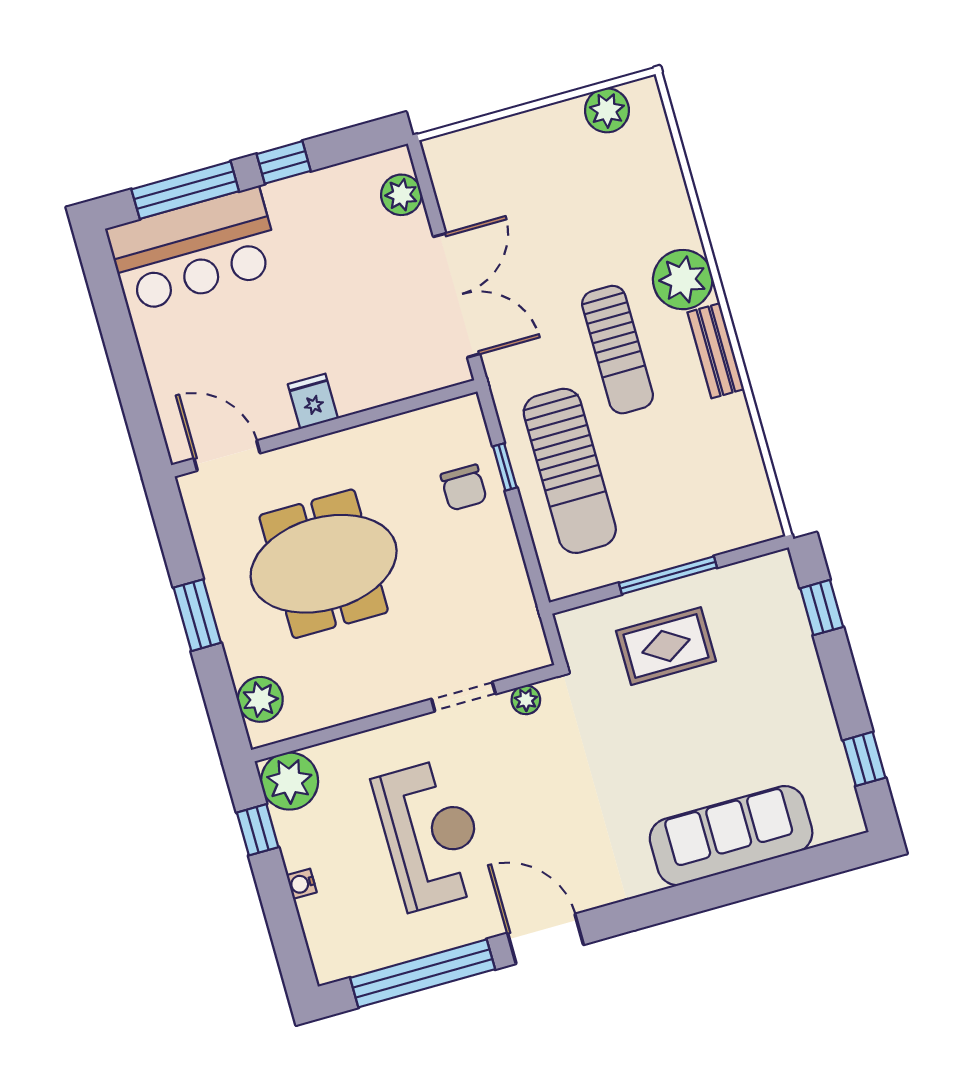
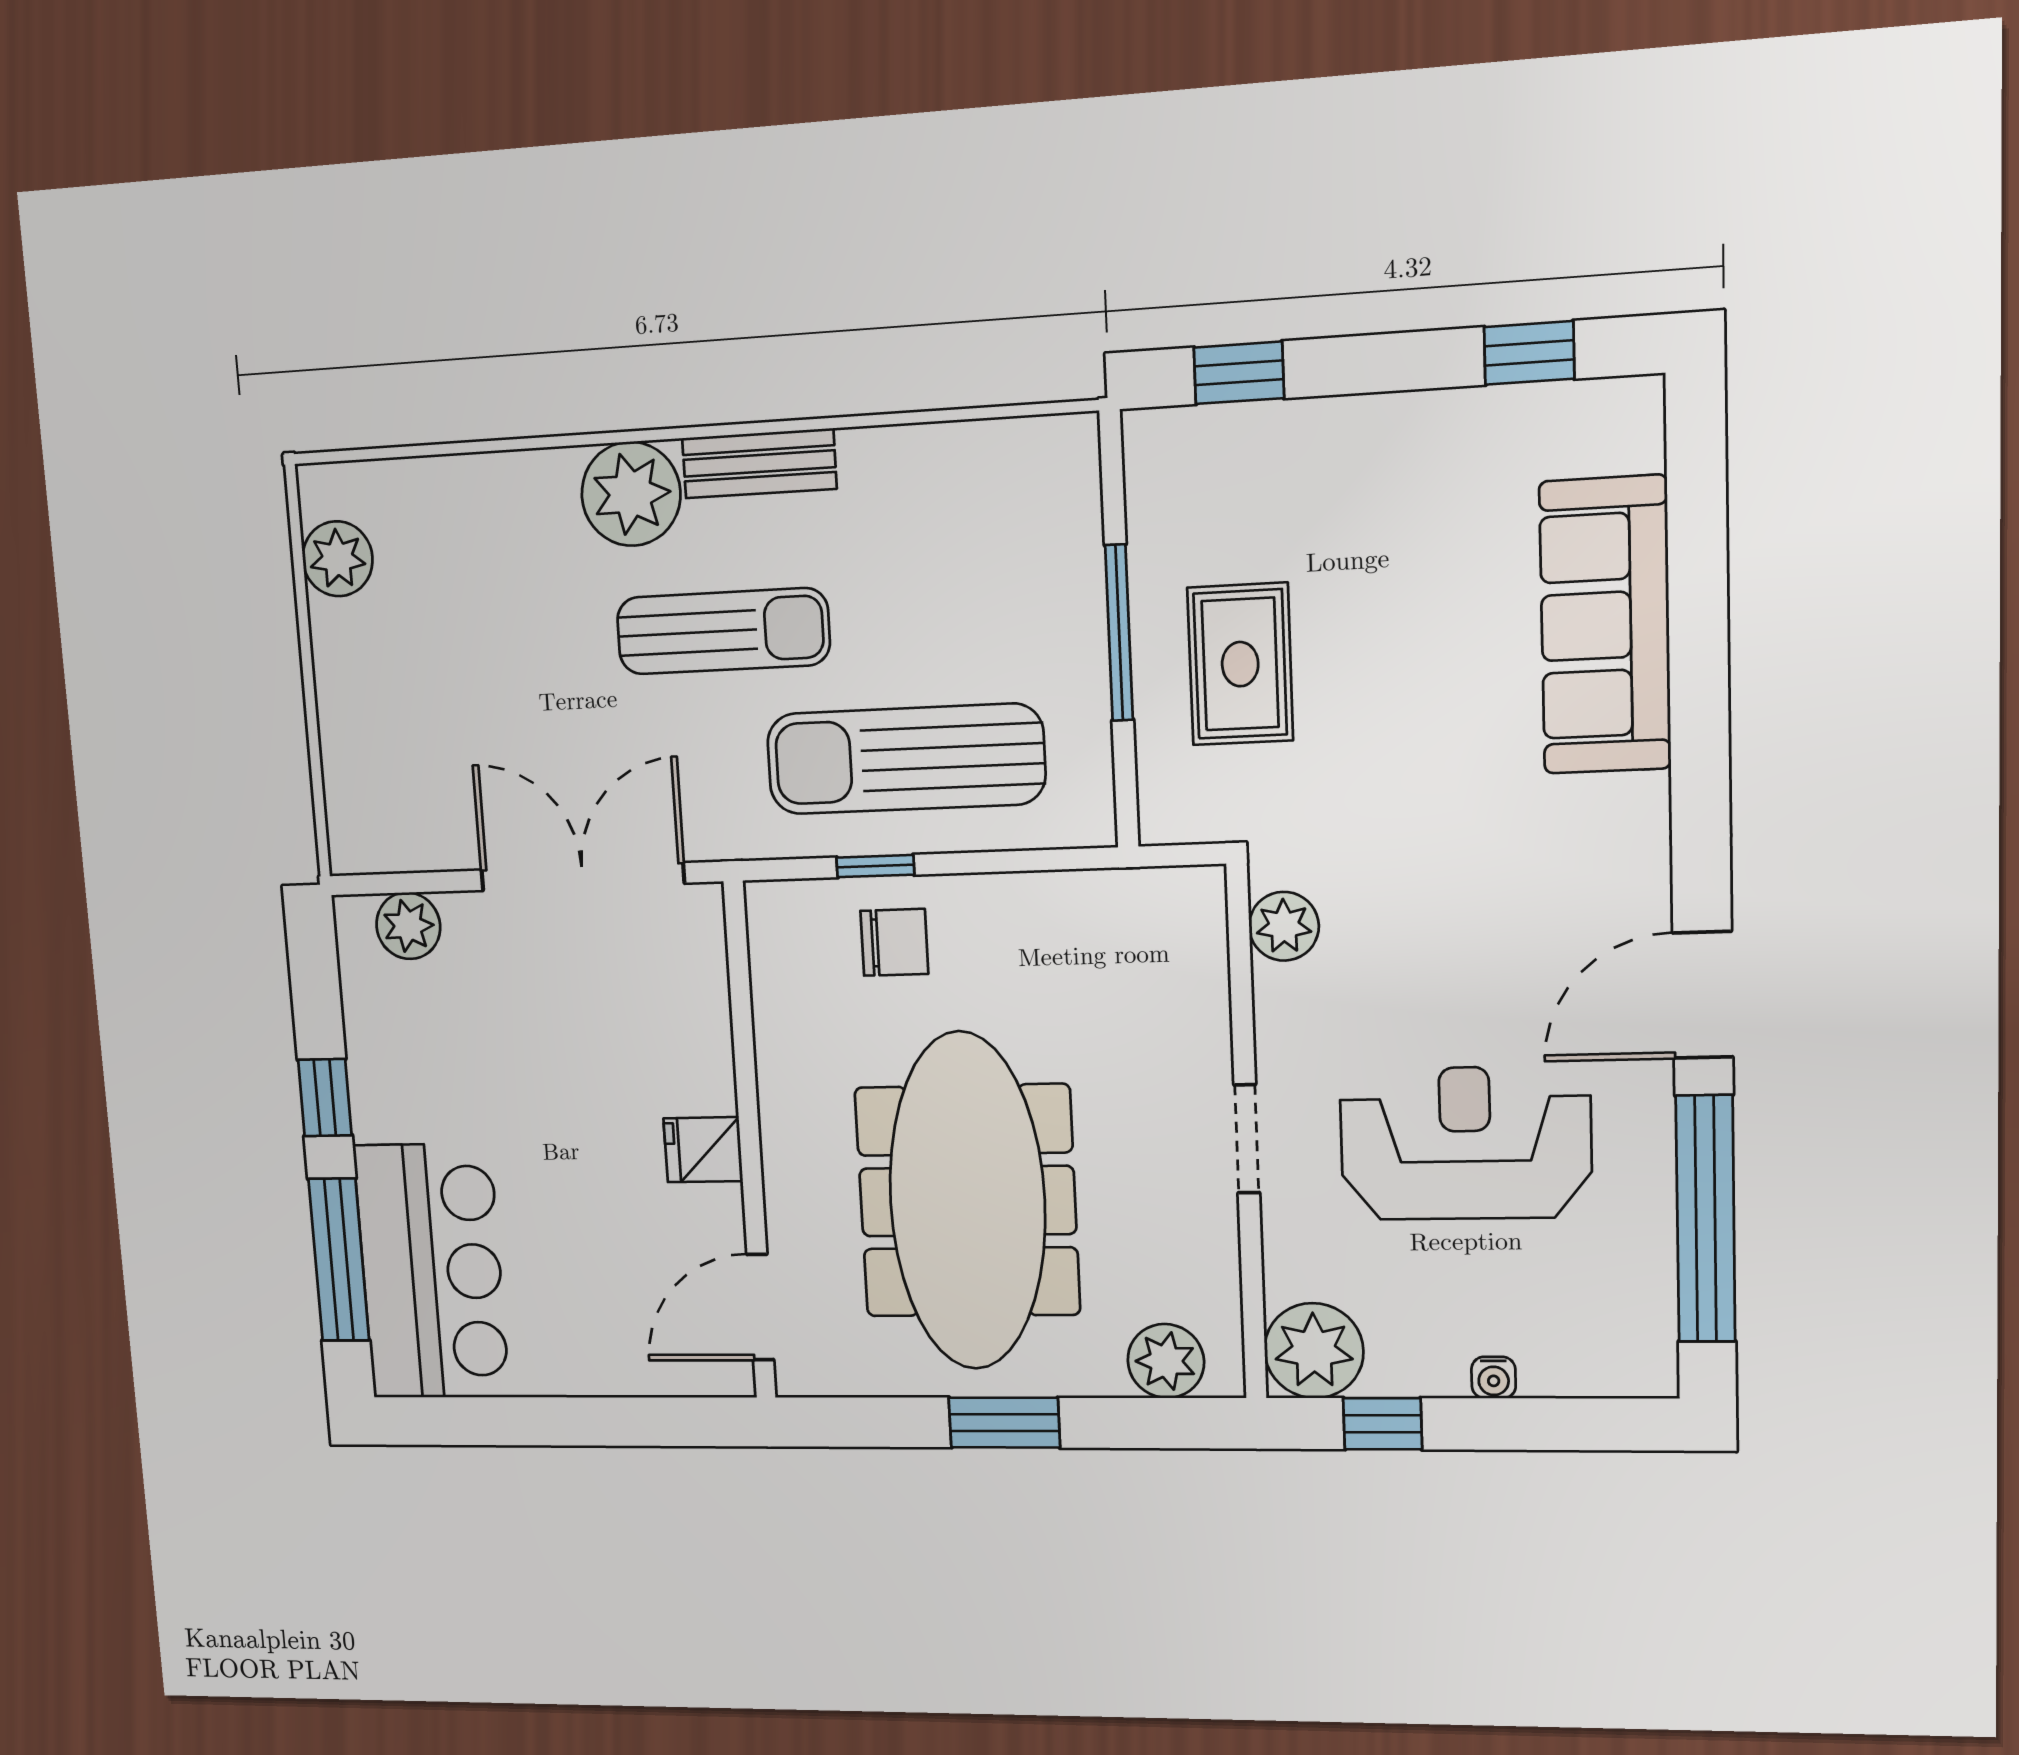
sun lounger: (570, 471) -> (906, 759), turned 180
meeting table: (324, 564) -> (967, 1201), width x1.36
doorway: (464, 697) -> (1247, 1139), moved
plant: (526, 700) -> (1284, 926), width x1.38, depth x1.38

